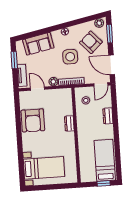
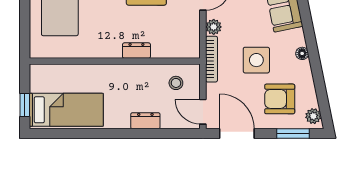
armchair: (91, 42) -> (280, 99), turned -137
door: (112, 65) -> (237, 134), hinge flipped

